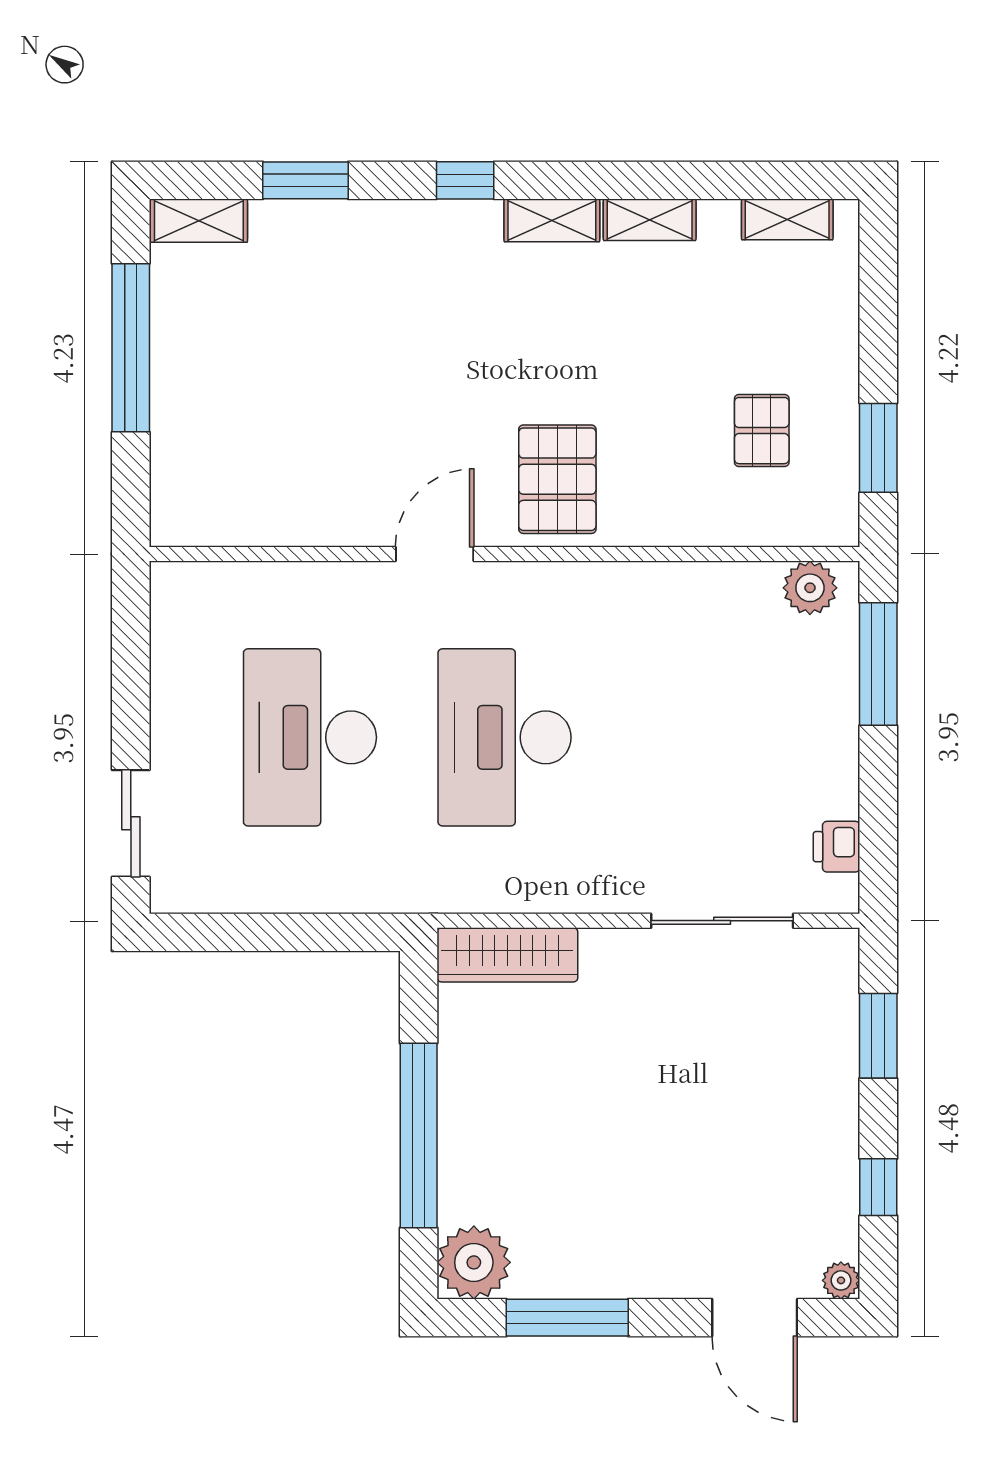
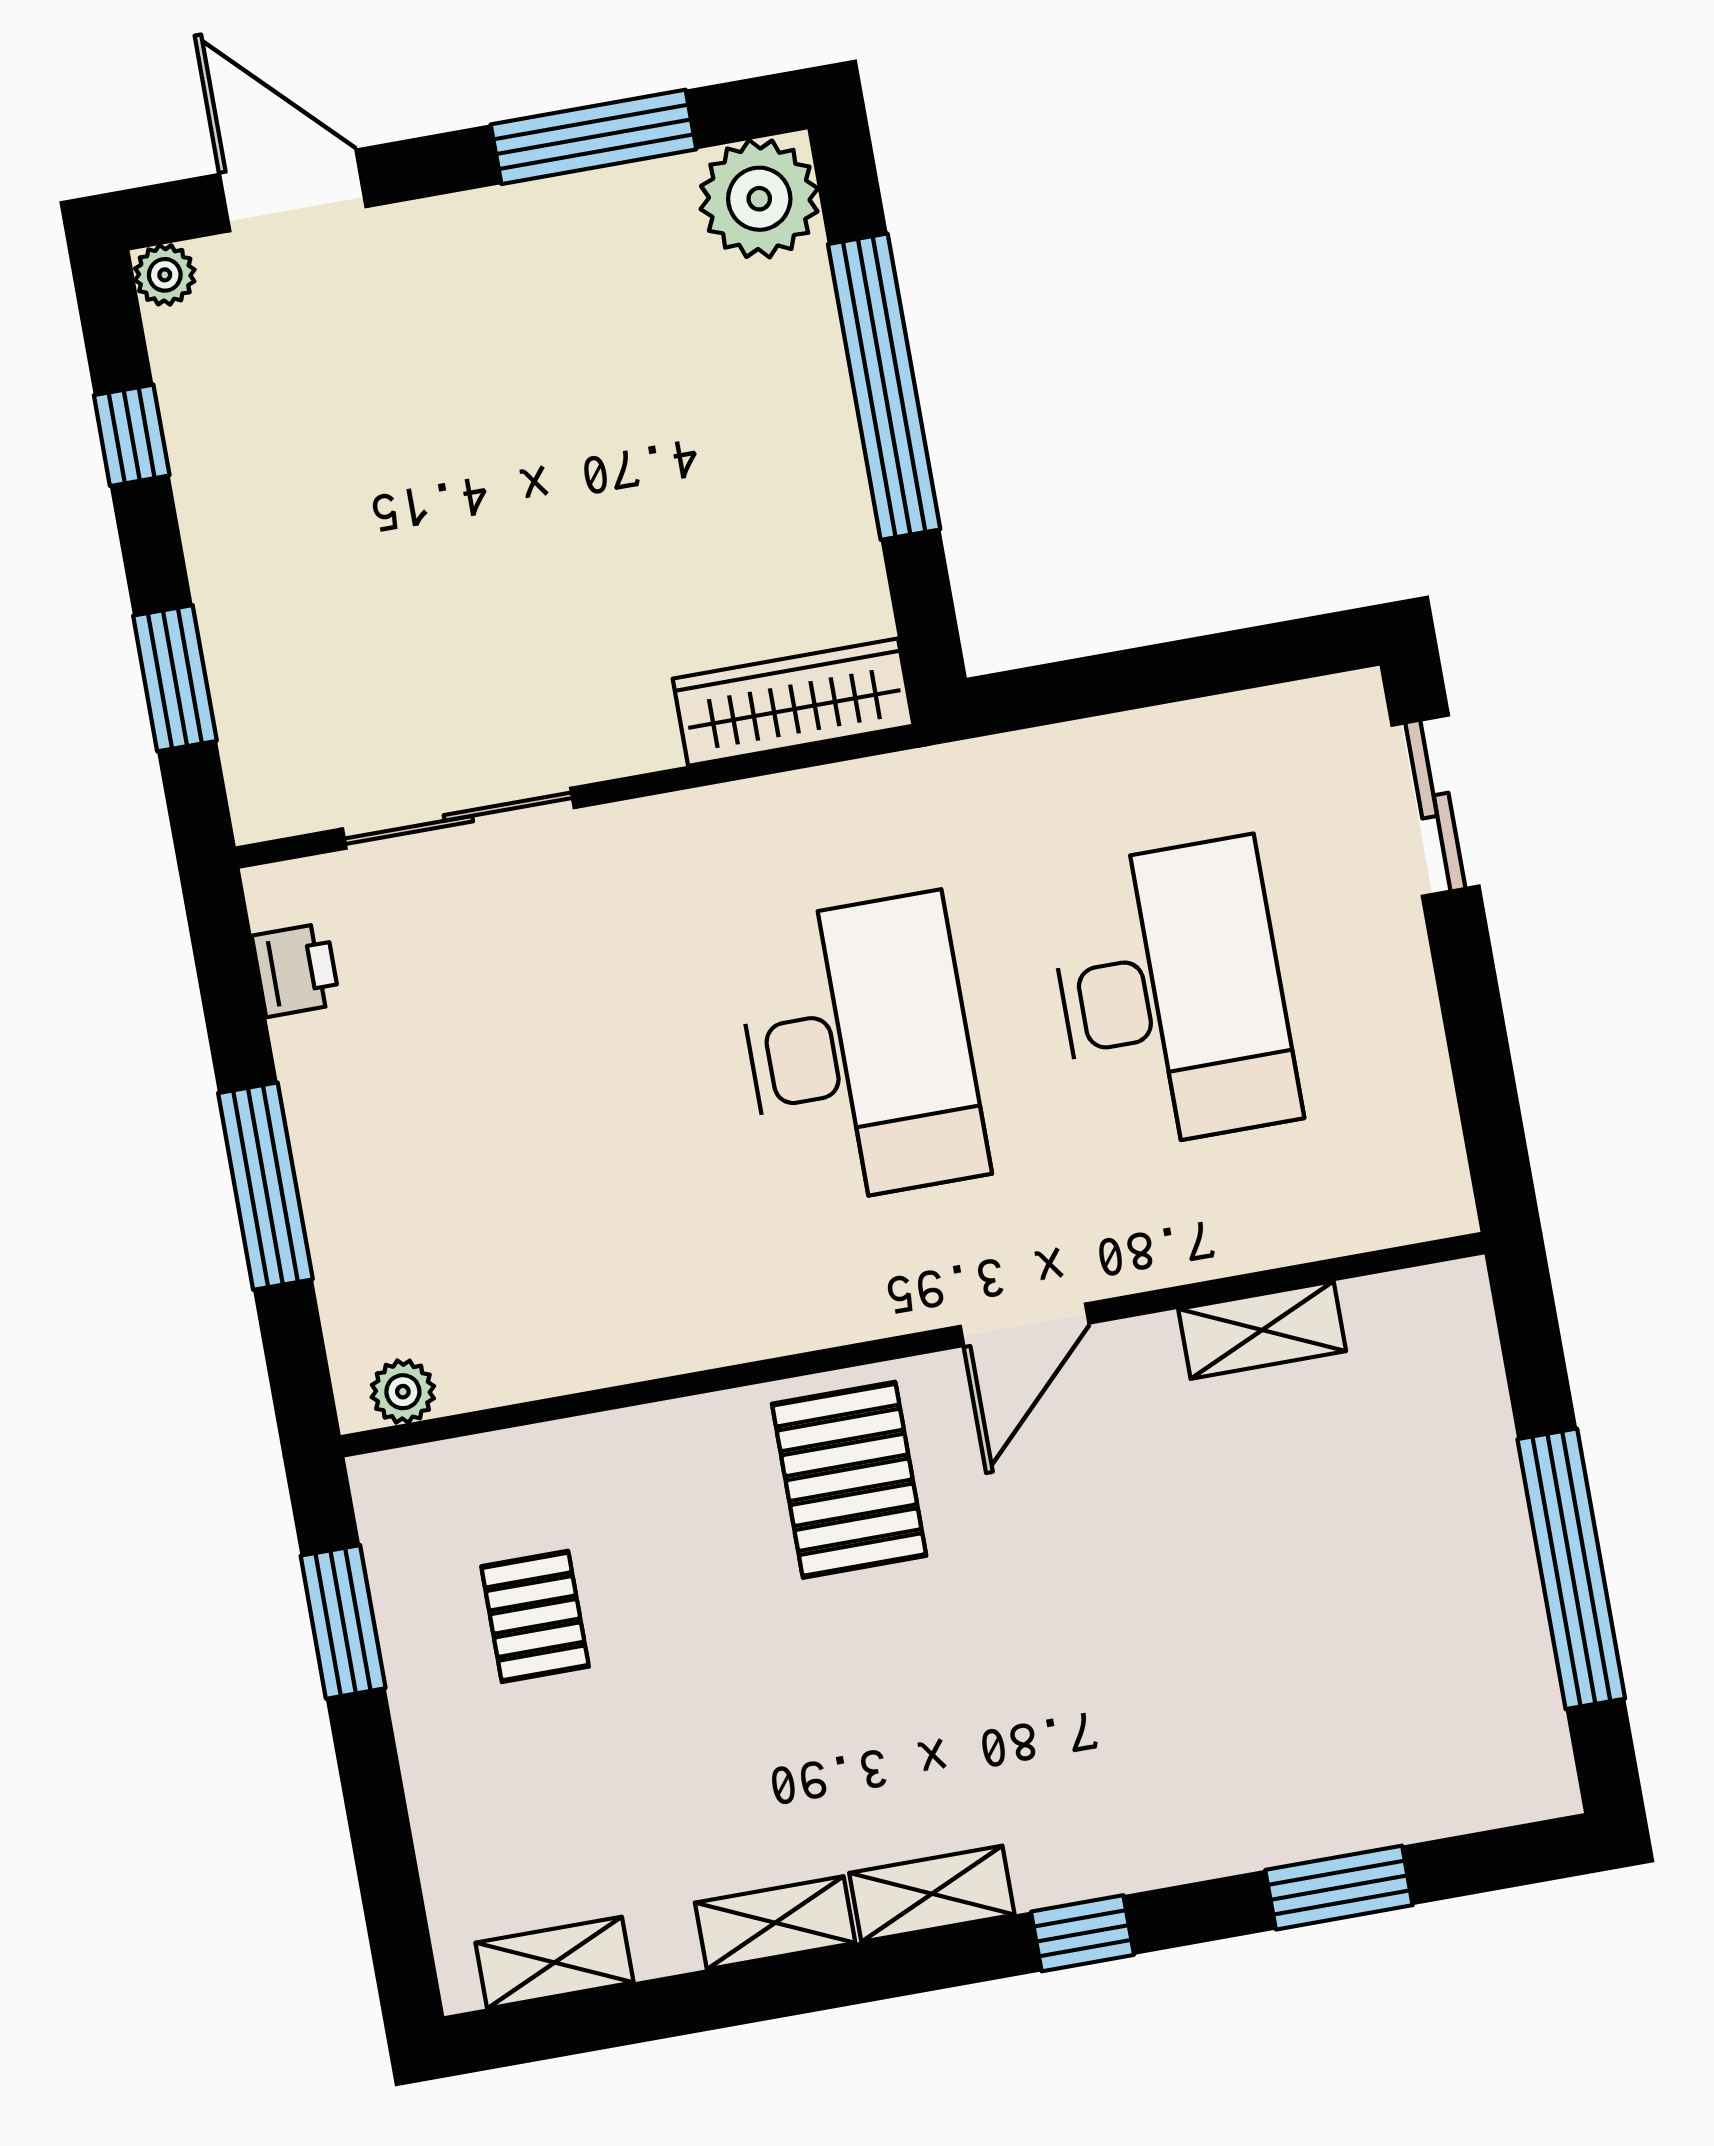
shelving: (199, 221) -> (1262, 1330), moved
plant: (810, 588) -> (403, 1392), width x0.73, depth x0.73
window: (878, 664) -> (265, 1186), moved

